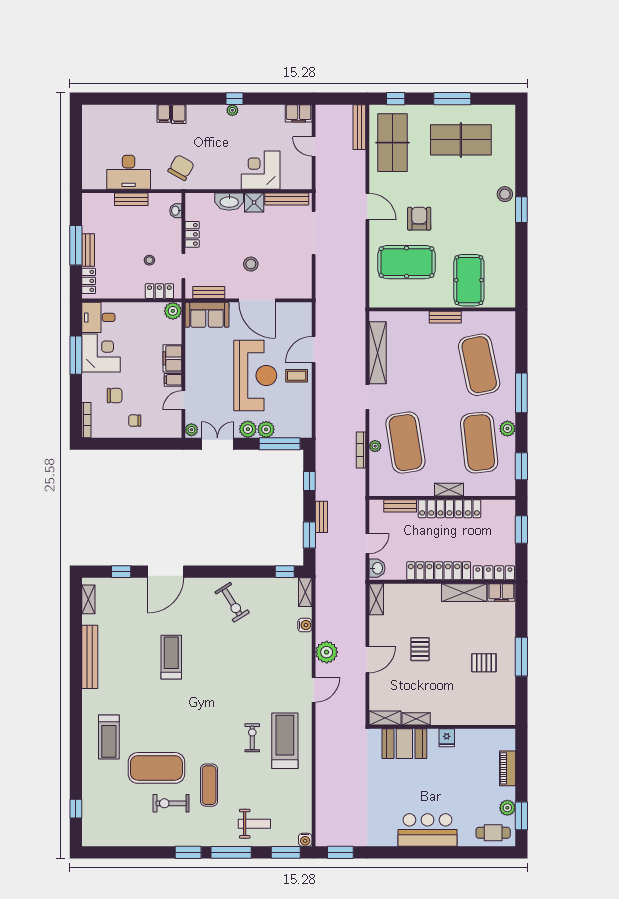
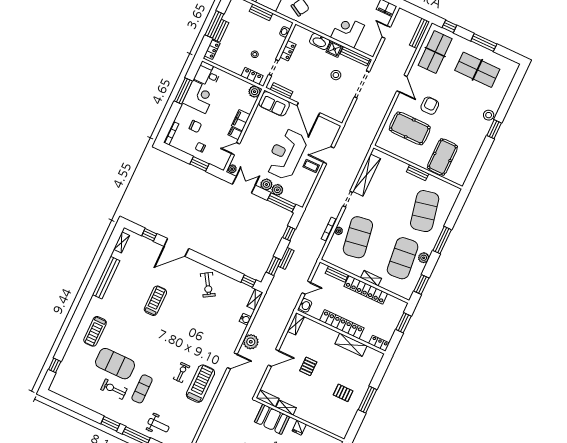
stool: (251, 264) -> (336, 75), moved
reception desk: (255, 375) -> (286, 154), turned 180
window: (144, 444) -> (199, 164), added
locker: (494, 573) -> (379, 343), width x0.66
filing cabinet: (501, 592) -> (373, 355), removed

